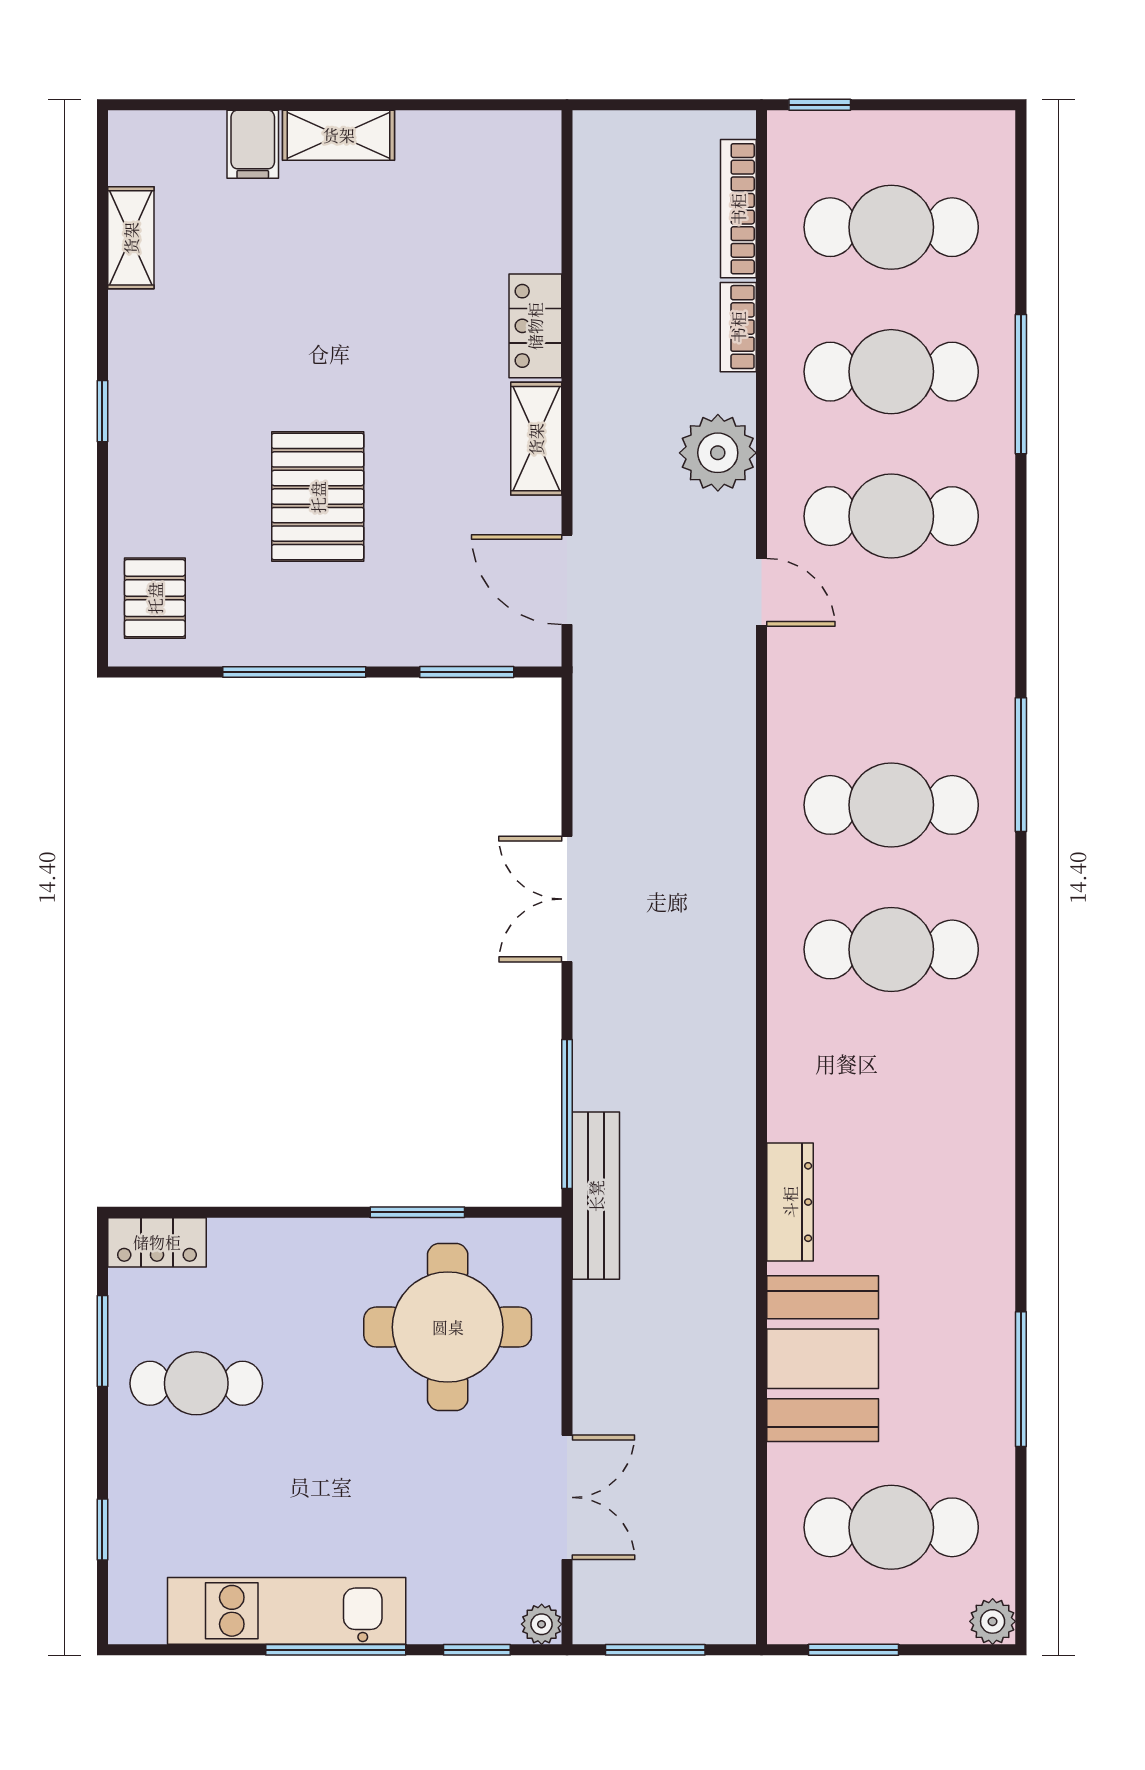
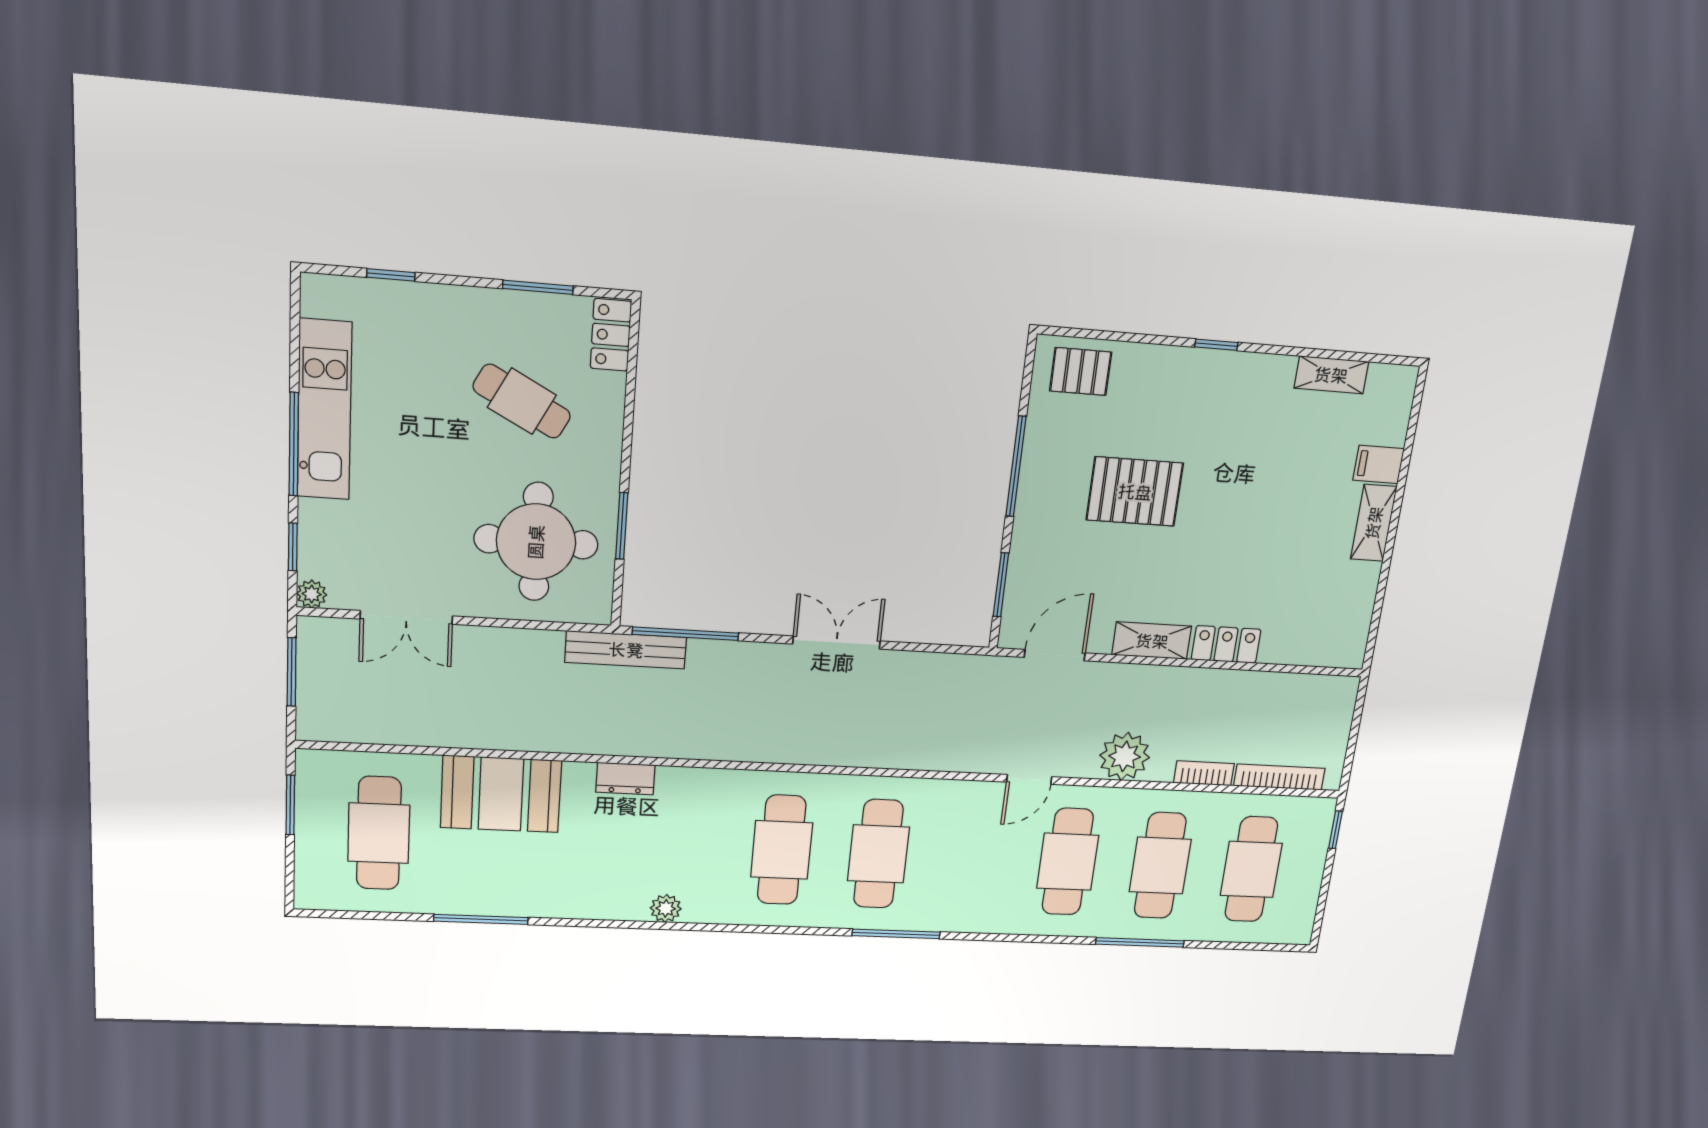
dresser: (790, 1202) -> (625, 779), width x0.70
cafe table: (196, 1383) -> (522, 401), moved, turned -62
plant: (993, 1621) -> (666, 908), moved

